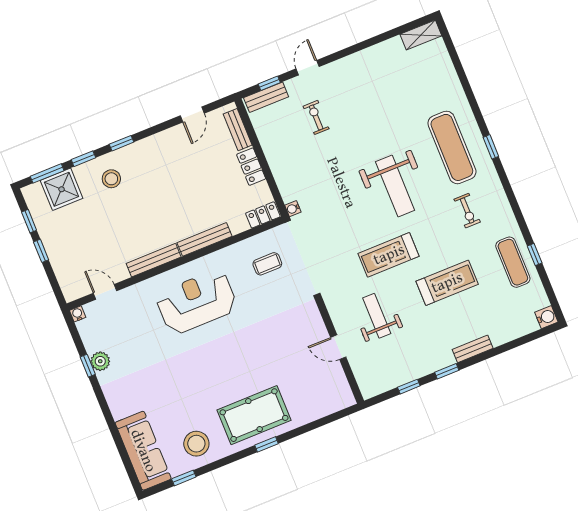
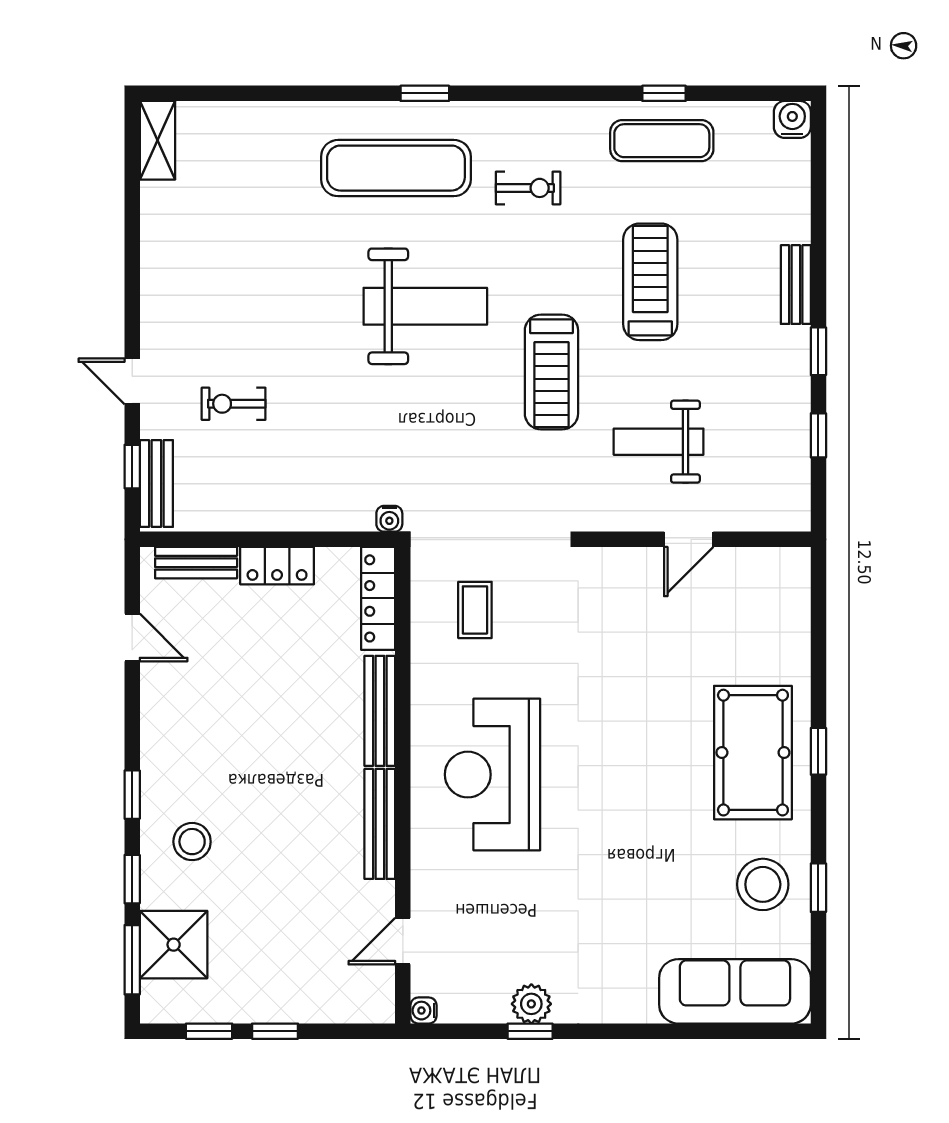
locker: (263, 215) -> (378, 598), width x1.53
window: (184, 478) -> (818, 888), moved

